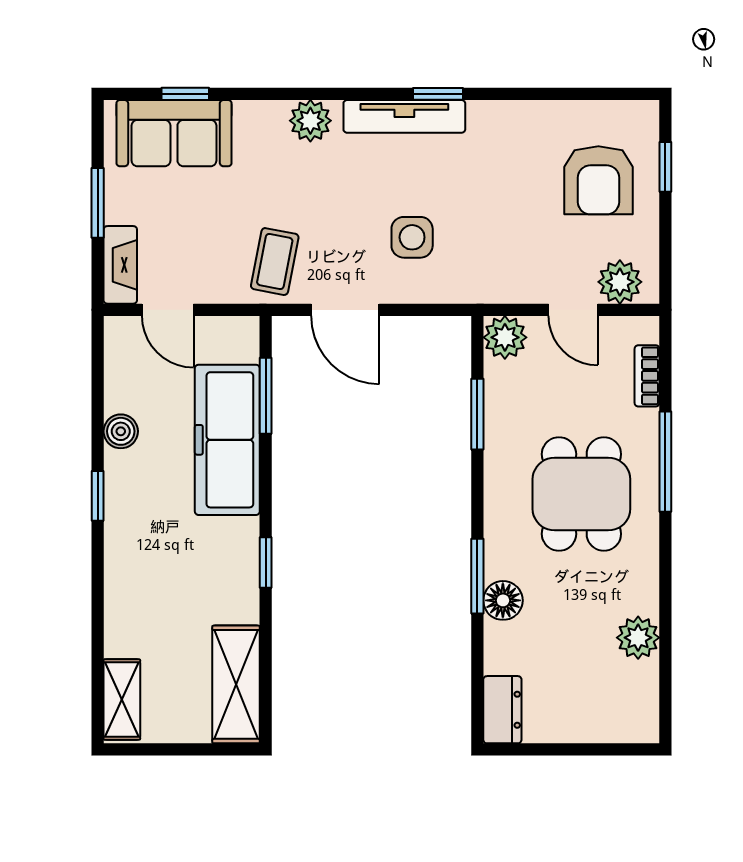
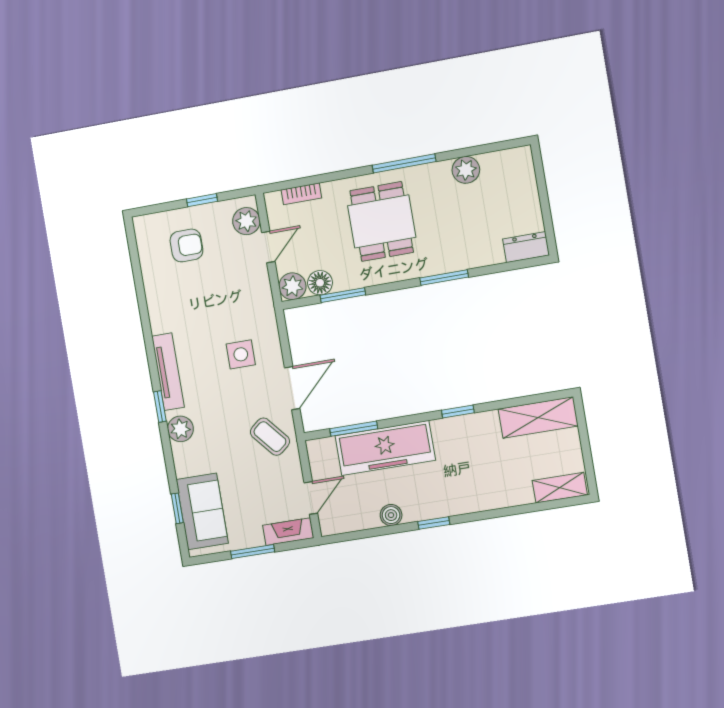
window: (438, 94) -> (160, 406), moved
window: (665, 167) -> (202, 200), moved
armchair: (598, 180) -> (186, 245), width x0.72, depth x0.72
coffee table: (275, 262) -> (270, 437), turned 39
window: (665, 462) -> (404, 163), moved
dining table: (581, 494) -> (382, 222), turned 90
floor lamp: (503, 600) -> (320, 283), moved

